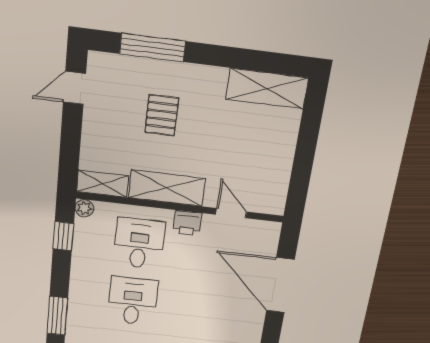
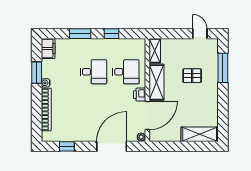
shelving: (267, 89) -> (200, 134), moved, turned 90
plant: (84, 208) -> (141, 137), moved
door: (231, 213) -> (147, 115), width x1.88
window: (63, 236) -> (111, 34), moved

